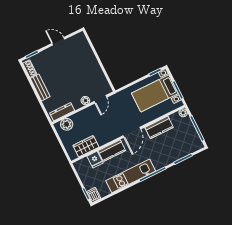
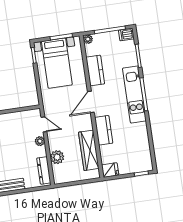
plant: (67, 124) -> (57, 157), moved
door: (132, 132) -> (91, 102), swing flipped
wardrobe: (86, 146) -> (89, 150), width x1.50
fridge: (95, 160) -> (110, 170), moved
kitchen unit: (131, 176) -> (134, 95), moved
dishwasher: (94, 195) -> (126, 35), moved

